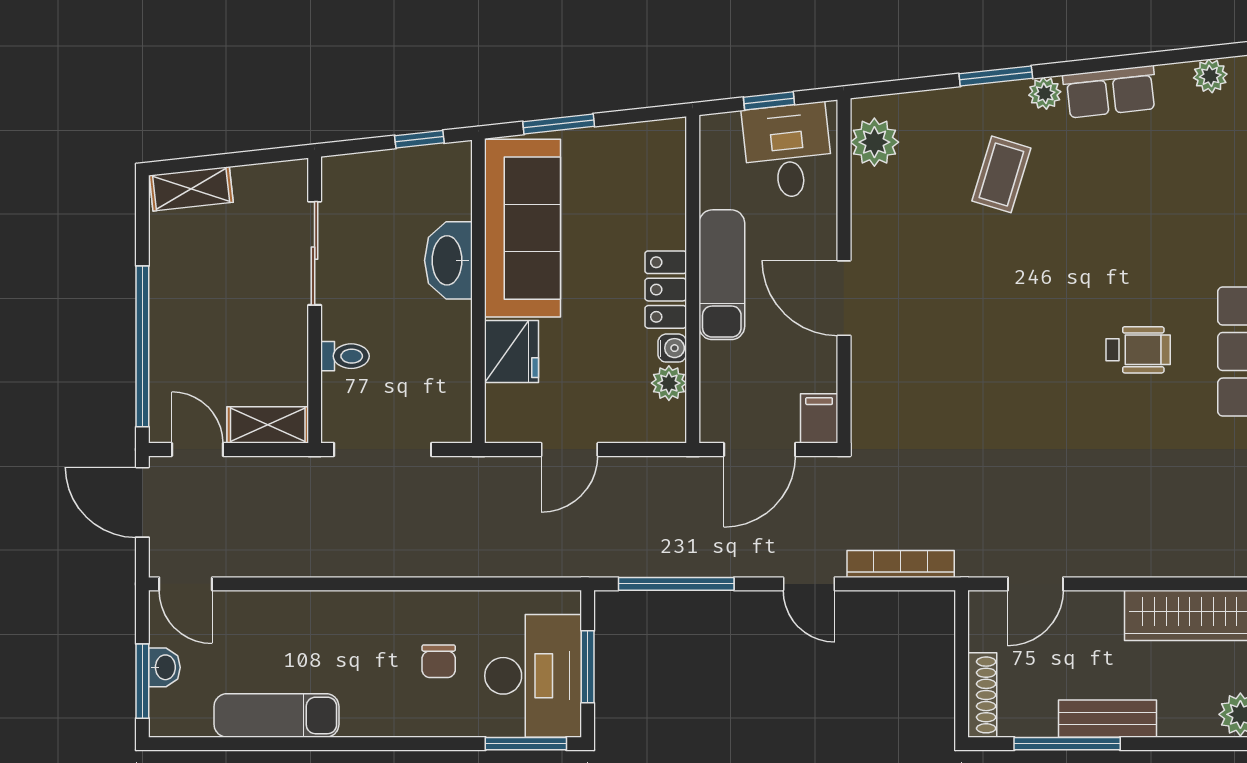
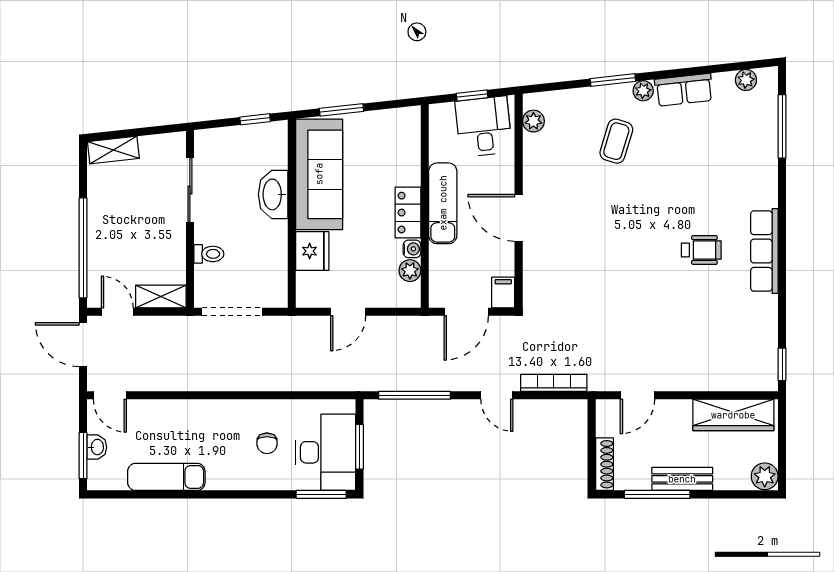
plant: (874, 142) -> (533, 121), width x0.73, depth x0.73

